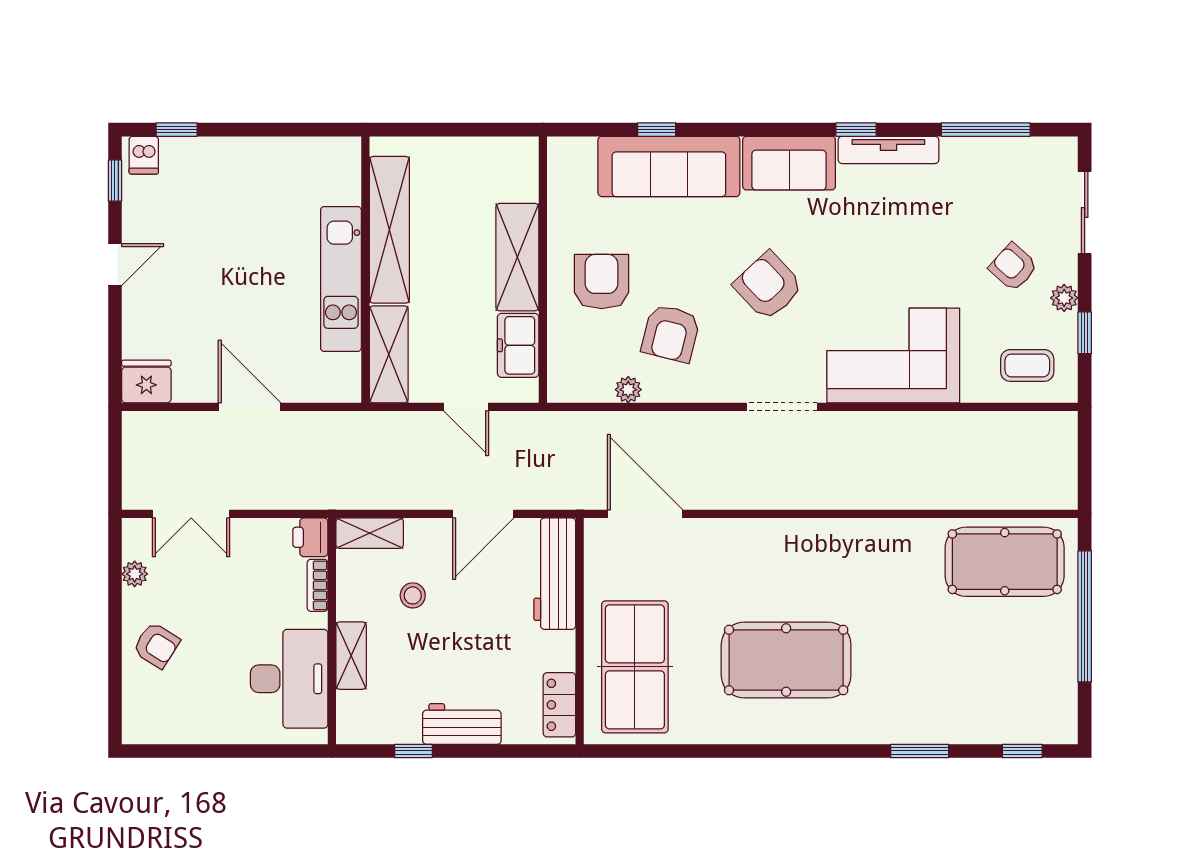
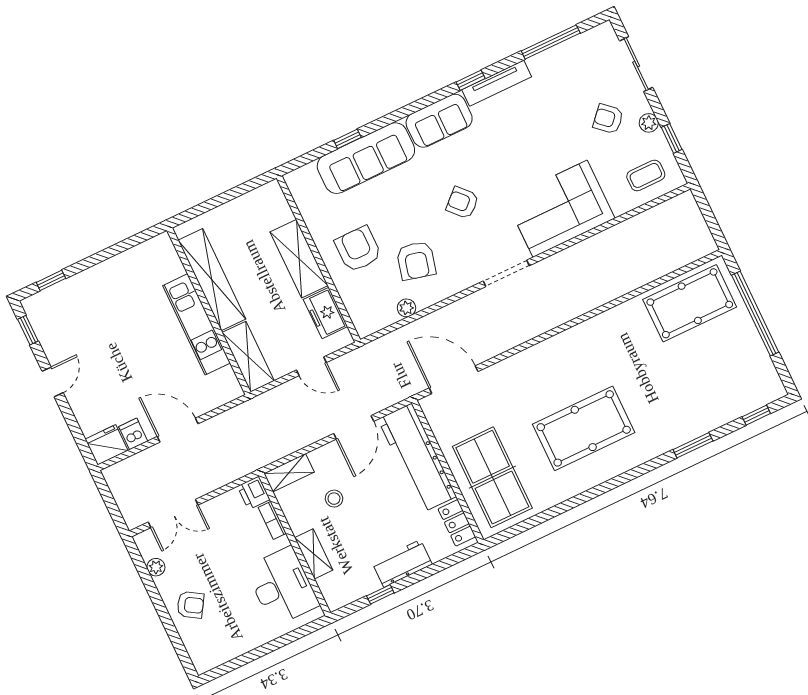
dishwasher: (144, 155) -> (133, 434), moved, turned 180
armchair: (768, 286) -> (462, 203), width x0.72, depth x0.72
workbench: (555, 574) -> (417, 458), width x1.36, depth x1.32

